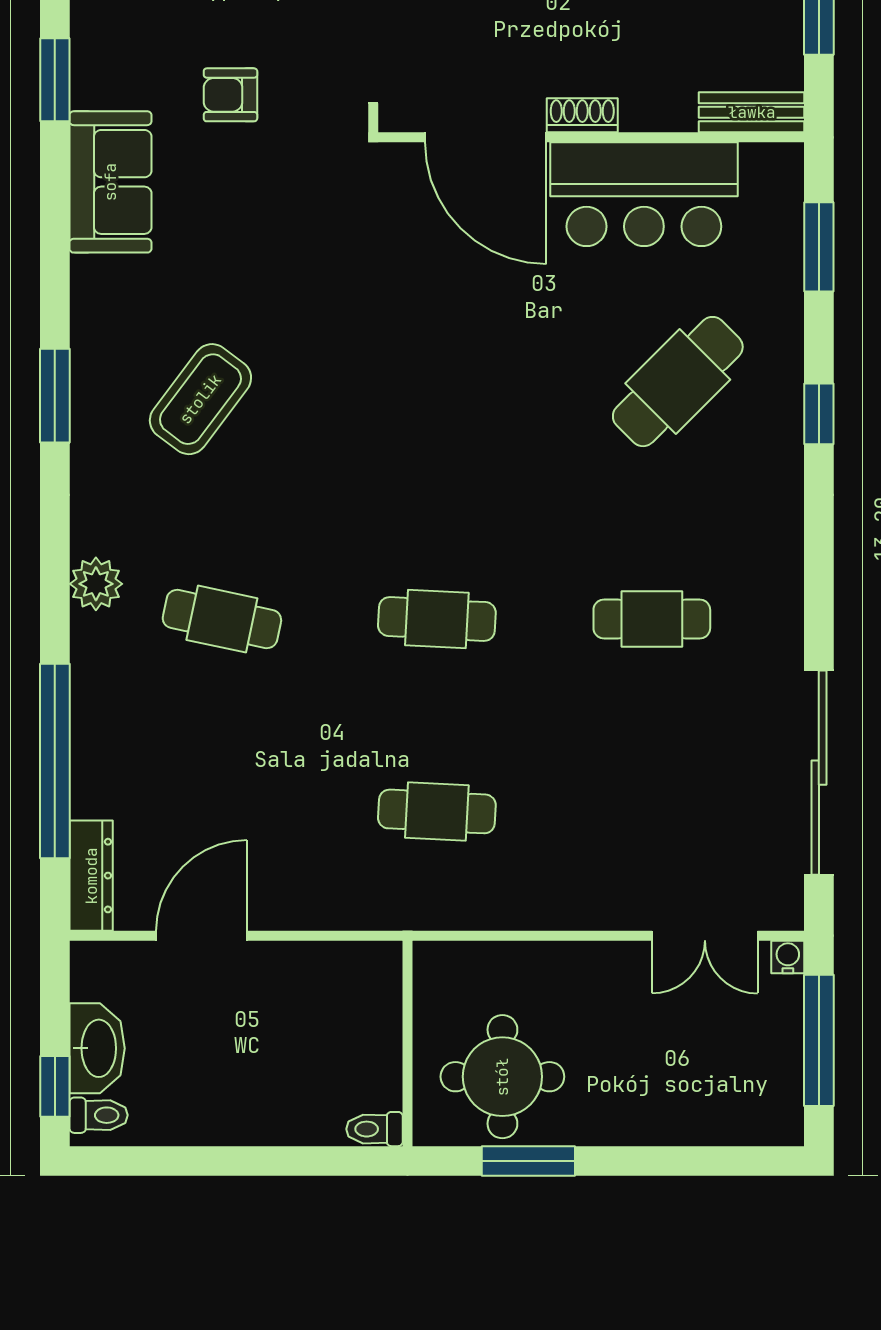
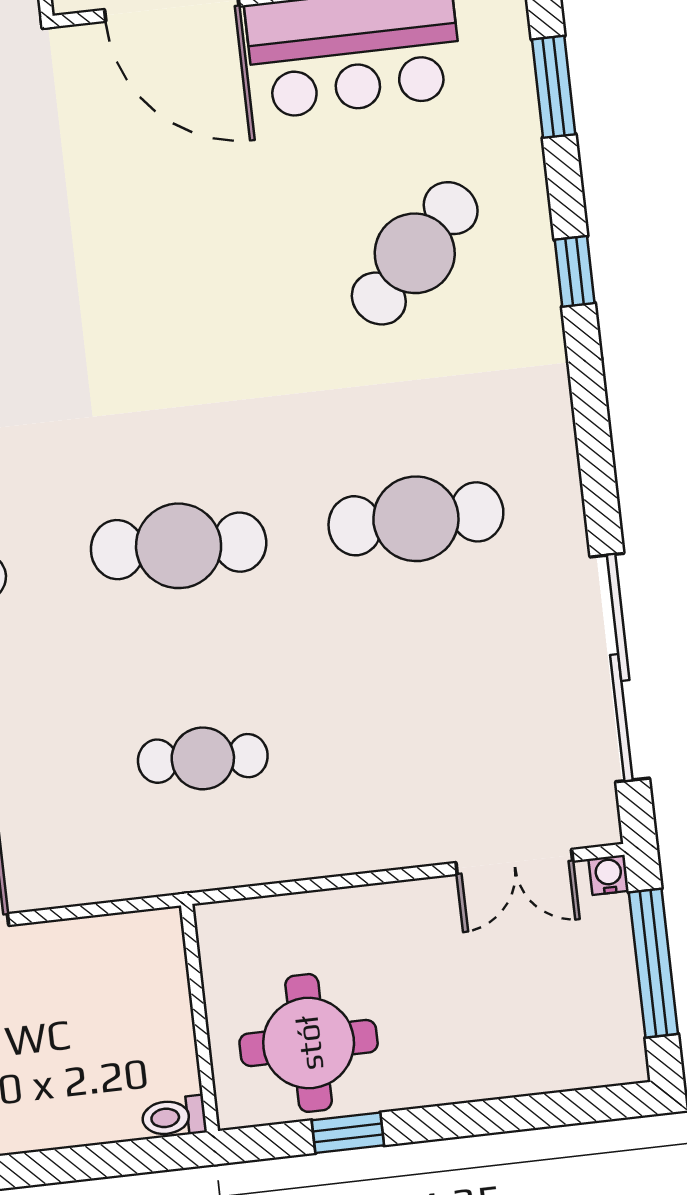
cafe table: (437, 619) -> (179, 546), width x1.37, depth x1.35
cafe table: (652, 619) -> (416, 519), width x1.37, depth x1.35
window: (528, 1161) -> (348, 1133), width x0.67

